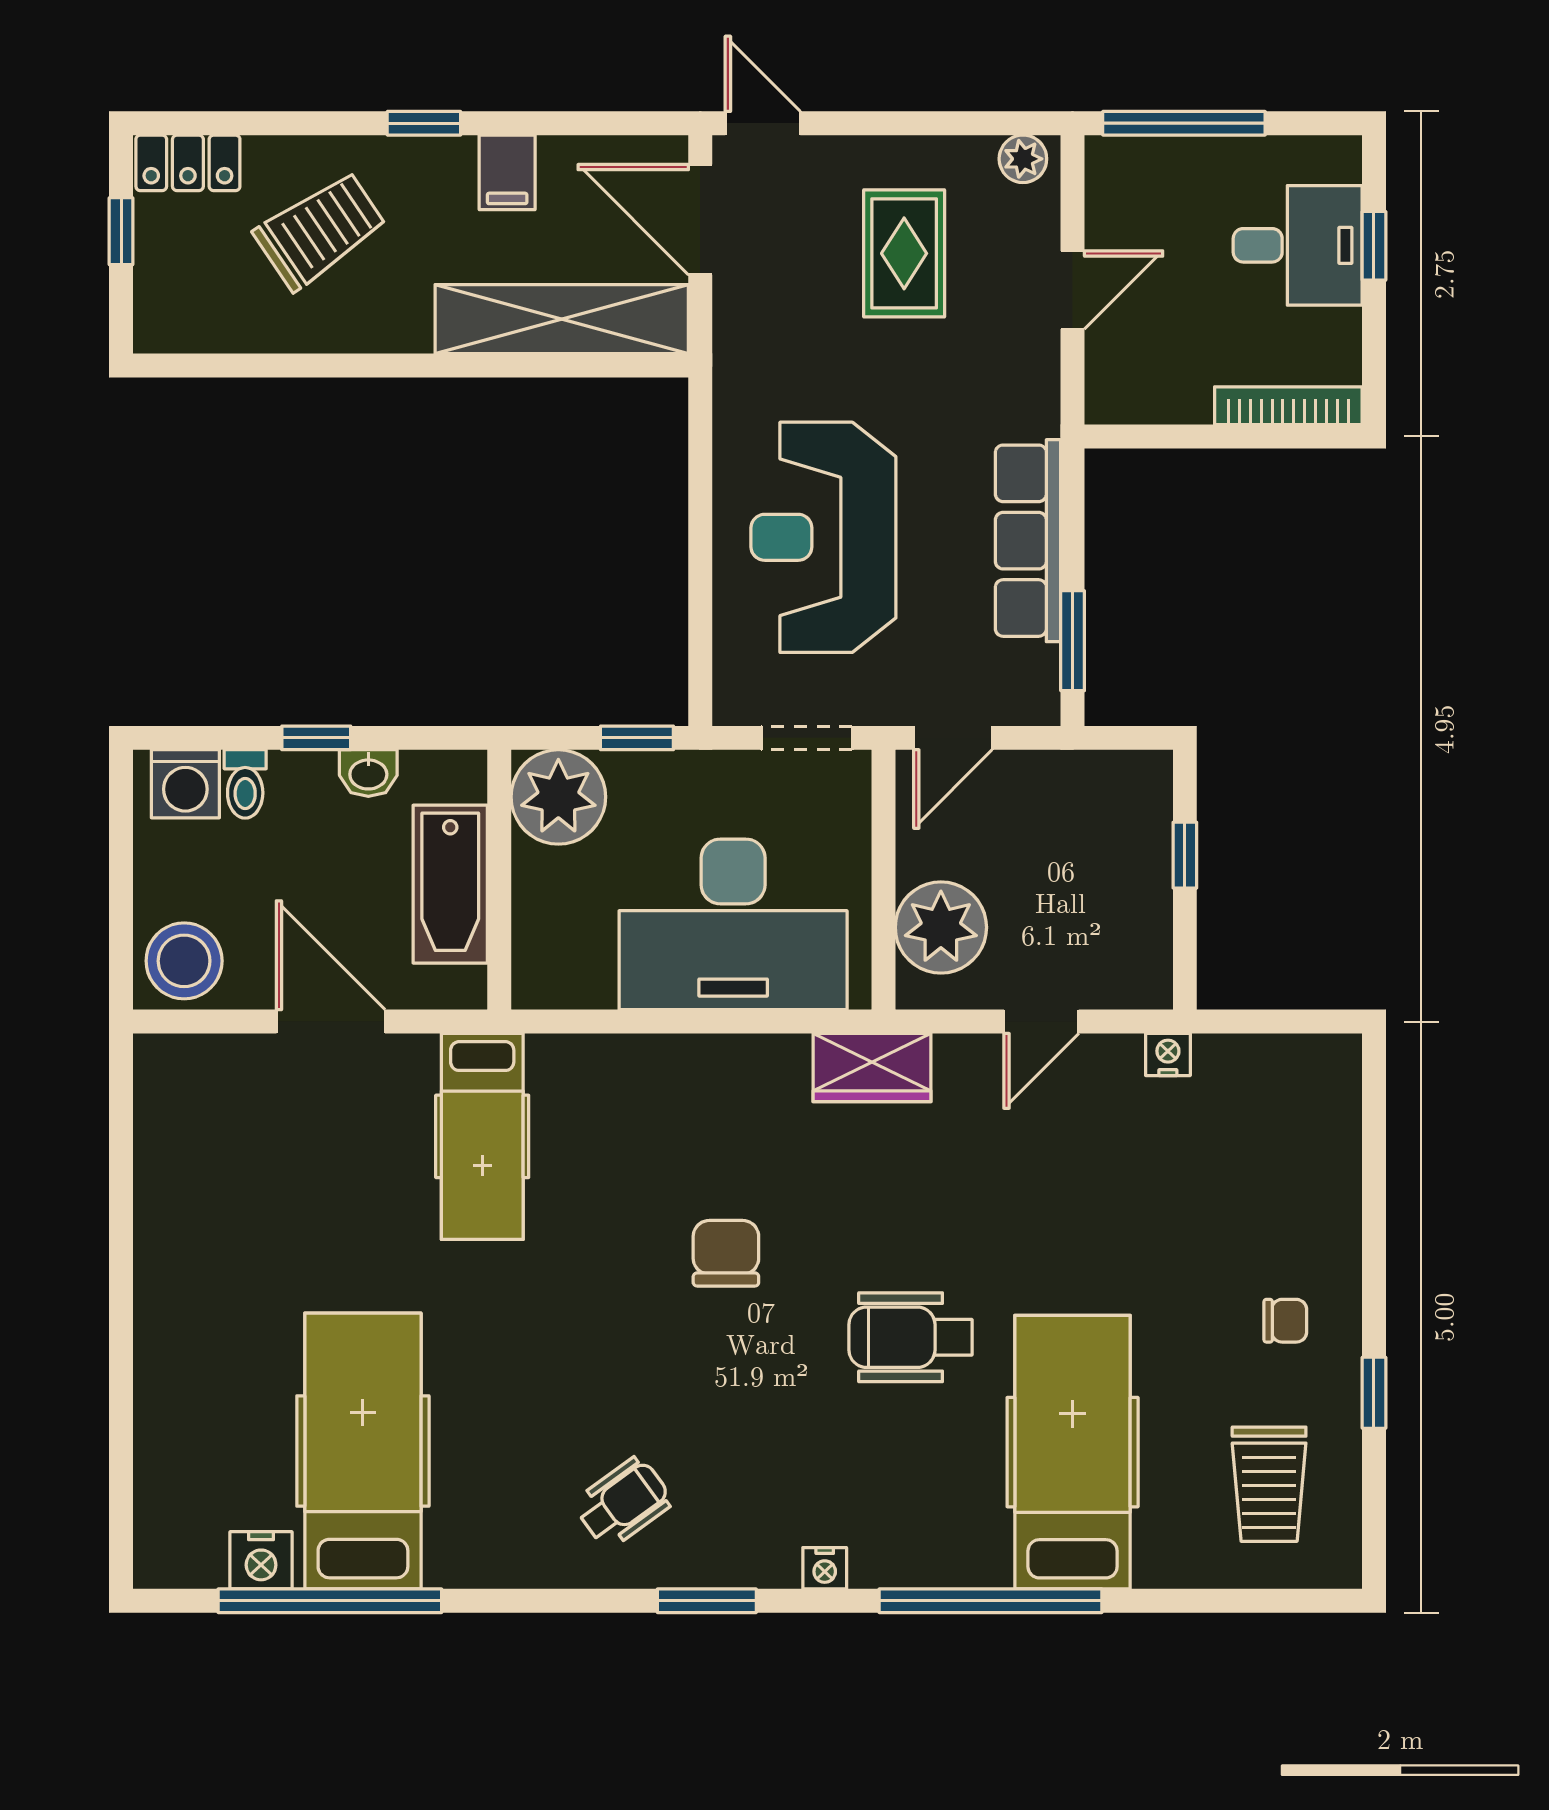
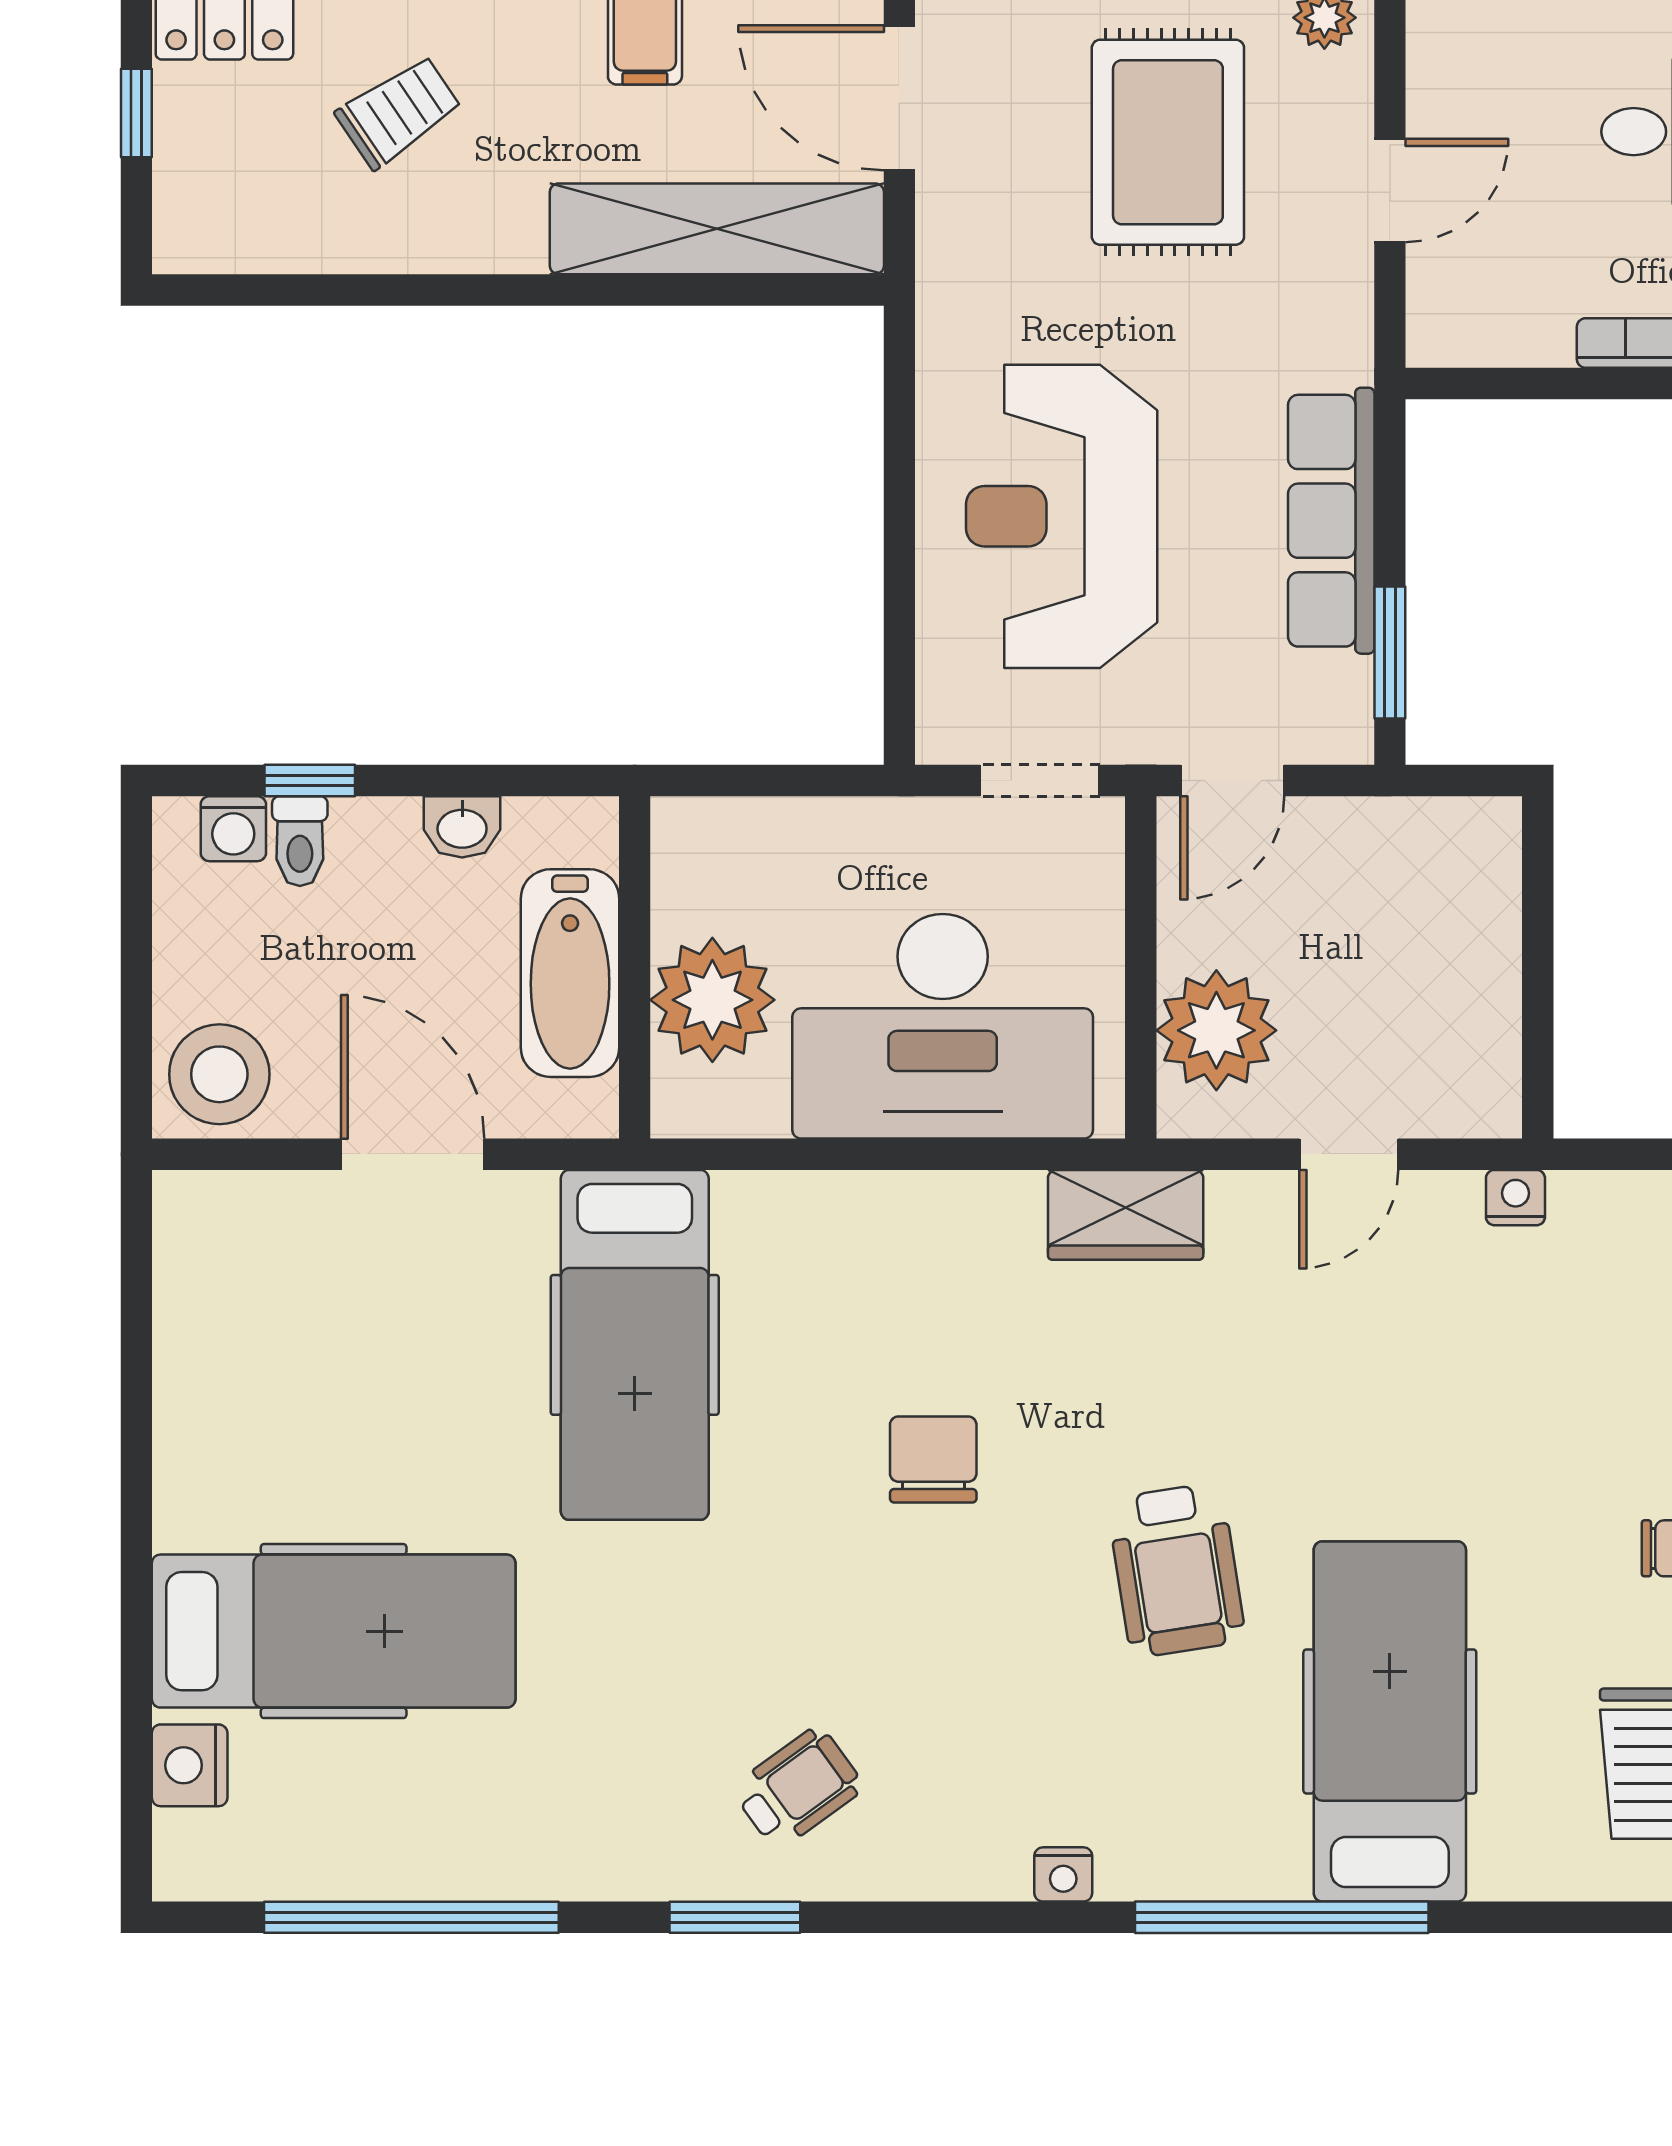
trolley: (320, 230) -> (399, 112), width x0.73, depth x0.72
rug: (904, 253) -> (1168, 142), width x1.36, depth x1.43
window: (316, 738) -> (310, 781), moved
window: (637, 738) -> (816, 781), removed
washing machine: (185, 784) -> (233, 829), width x0.73, depth x0.73
plant: (558, 797) -> (712, 1000), moved
window: (1185, 855) -> (1538, 935), removed
hospital bed: (482, 1136) -> (635, 1345), width x1.37, depth x1.29
wheelchair: (910, 1337) -> (1176, 1570), turned -99
hospital bed: (363, 1451) -> (334, 1631), moved, turned 90
nightstand: (261, 1560) -> (190, 1765), moved, turned 90
window: (707, 1601) -> (735, 1917), moved

